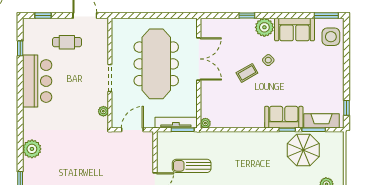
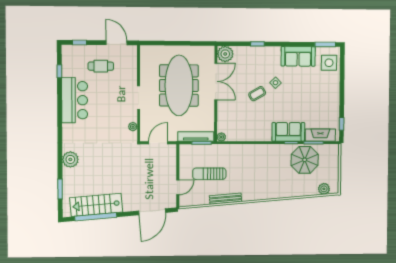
plant: (264, 27) -> (225, 54), moved

